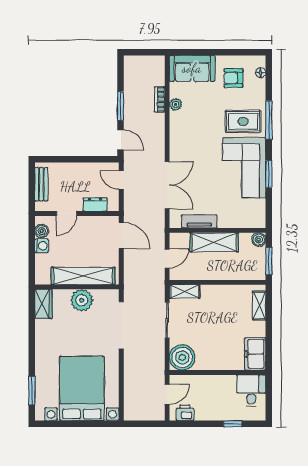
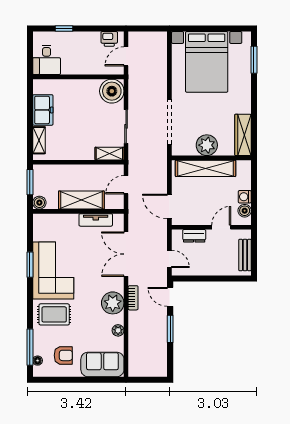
bookcase: (160, 99) -> (133, 298), moved
window: (269, 120) -> (30, 347), moved
plant: (181, 133) -> (113, 303), added
wardrobe: (43, 304) -> (243, 135), width x1.50
freezer: (255, 354) -> (43, 110), moved

